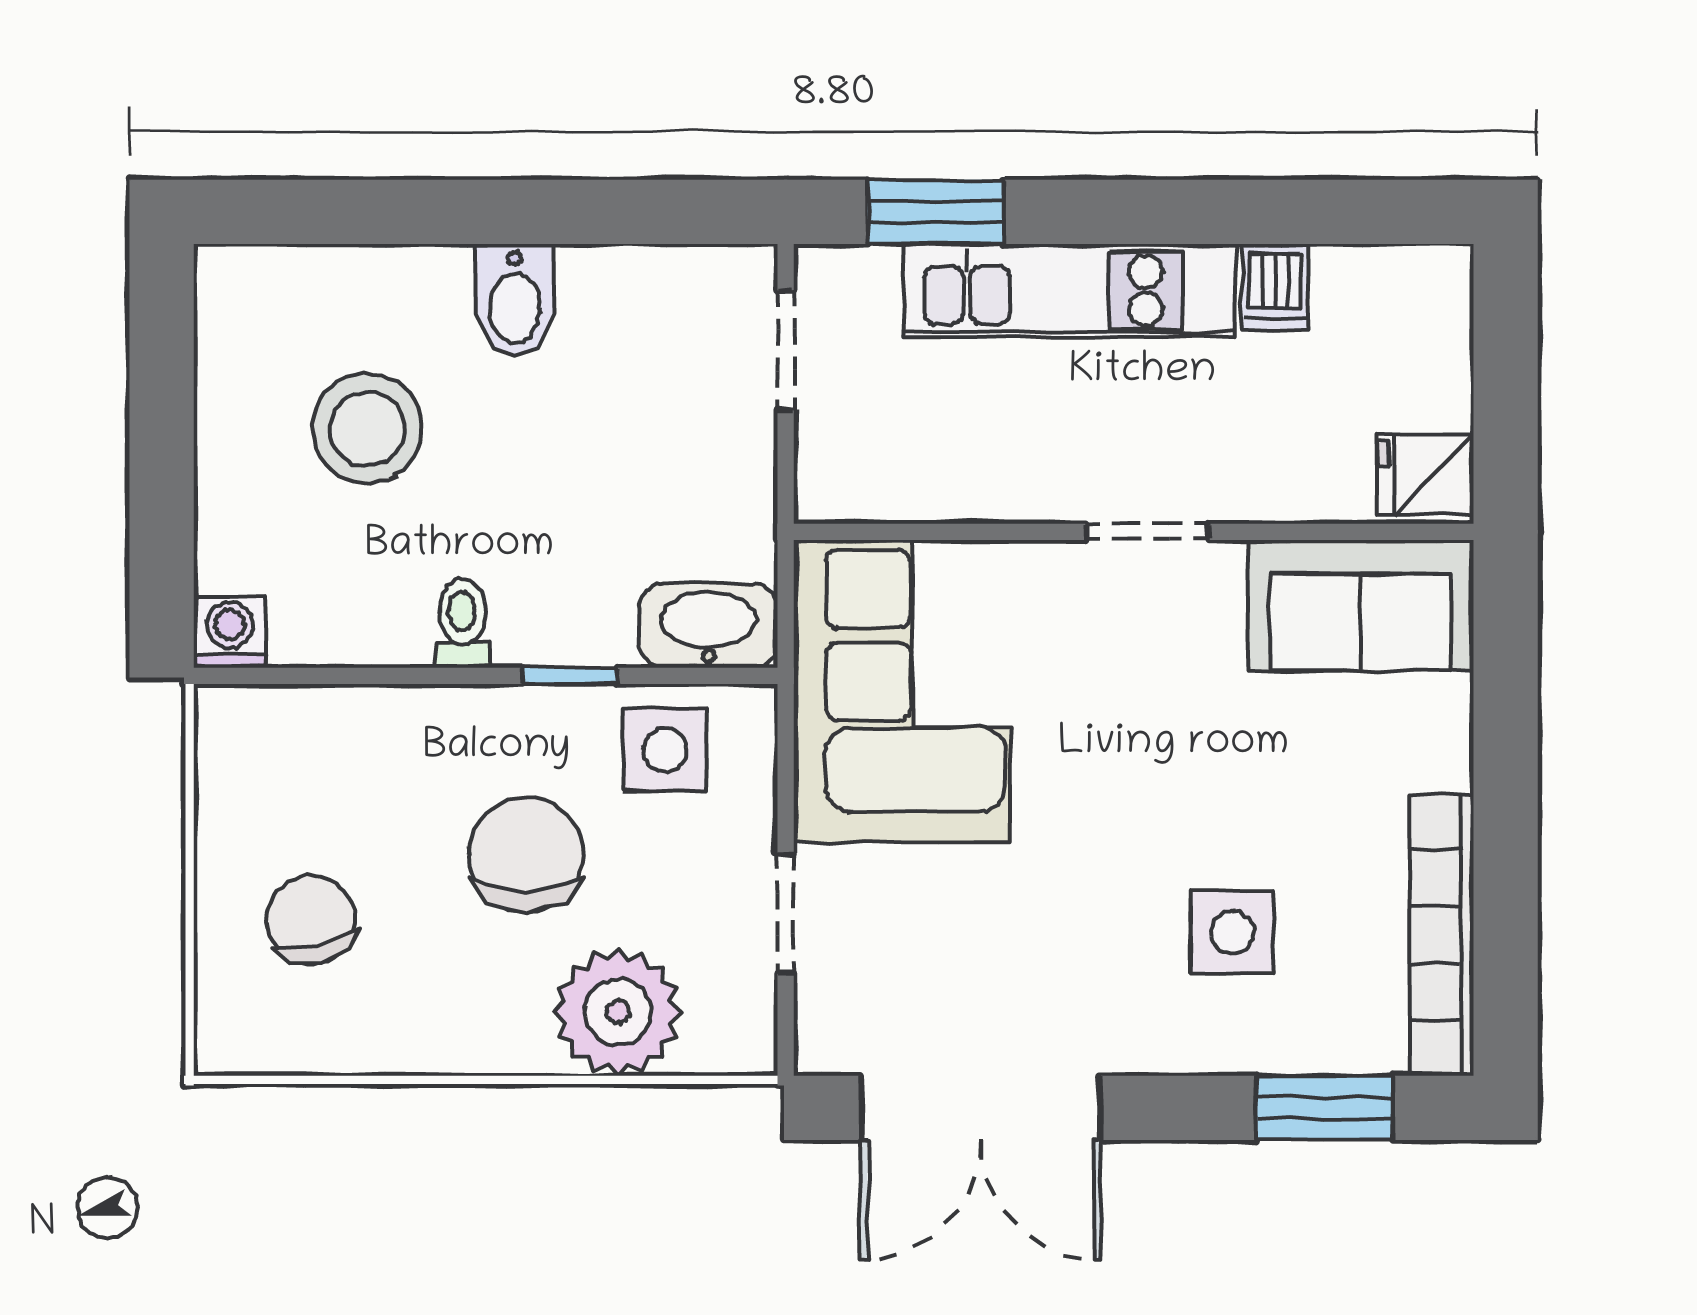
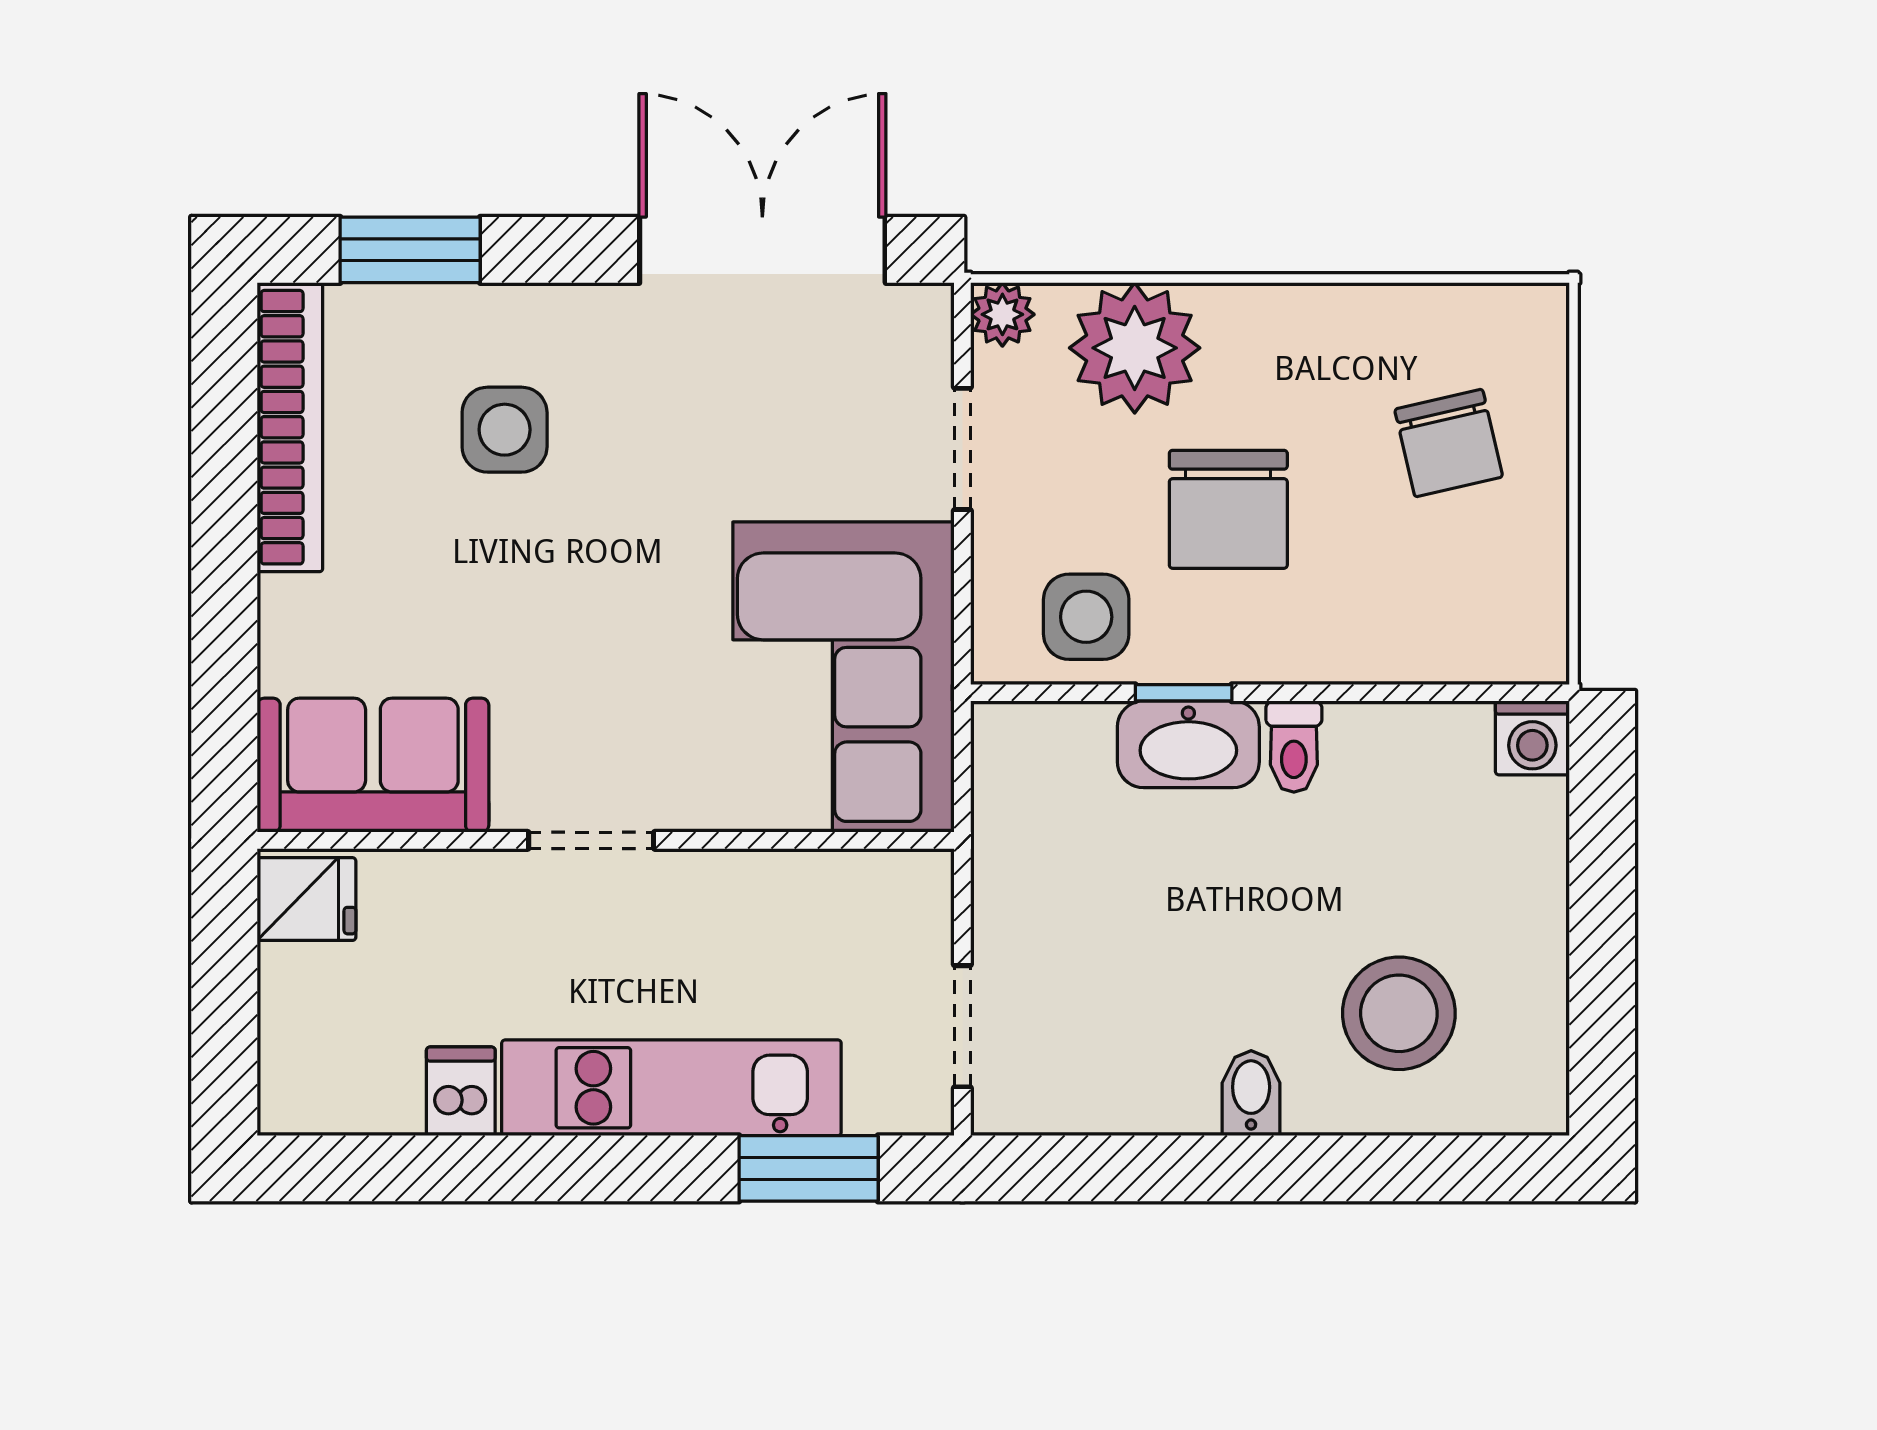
bidet: (515, 300) -> (1251, 1093), width x0.72, depth x0.74
stool: (367, 429) -> (1399, 1013), moved
washbasin: (708, 626) -> (1188, 744), moved
plant: (747, 1045) -> (1002, 314), added

